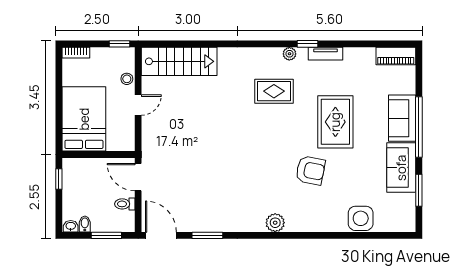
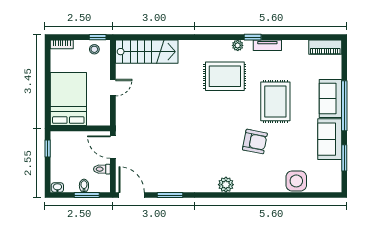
stool: (127, 79) -> (94, 49), moved
rug: (274, 91) -> (225, 76), width x1.36, depth x1.43
bidet: (85, 224) -> (84, 186), moved

